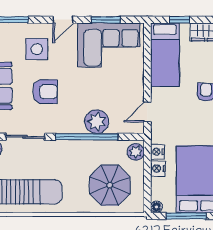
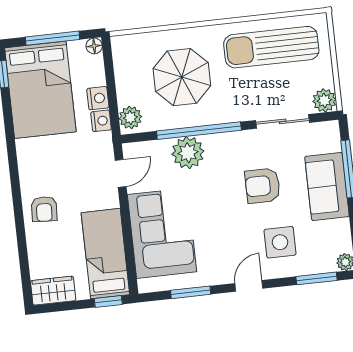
window: (179, 20) -> (108, 301), moved
corner sofa: (109, 45) -> (162, 233), moved, turned 90
parasol: (110, 185) -> (182, 77), moved

